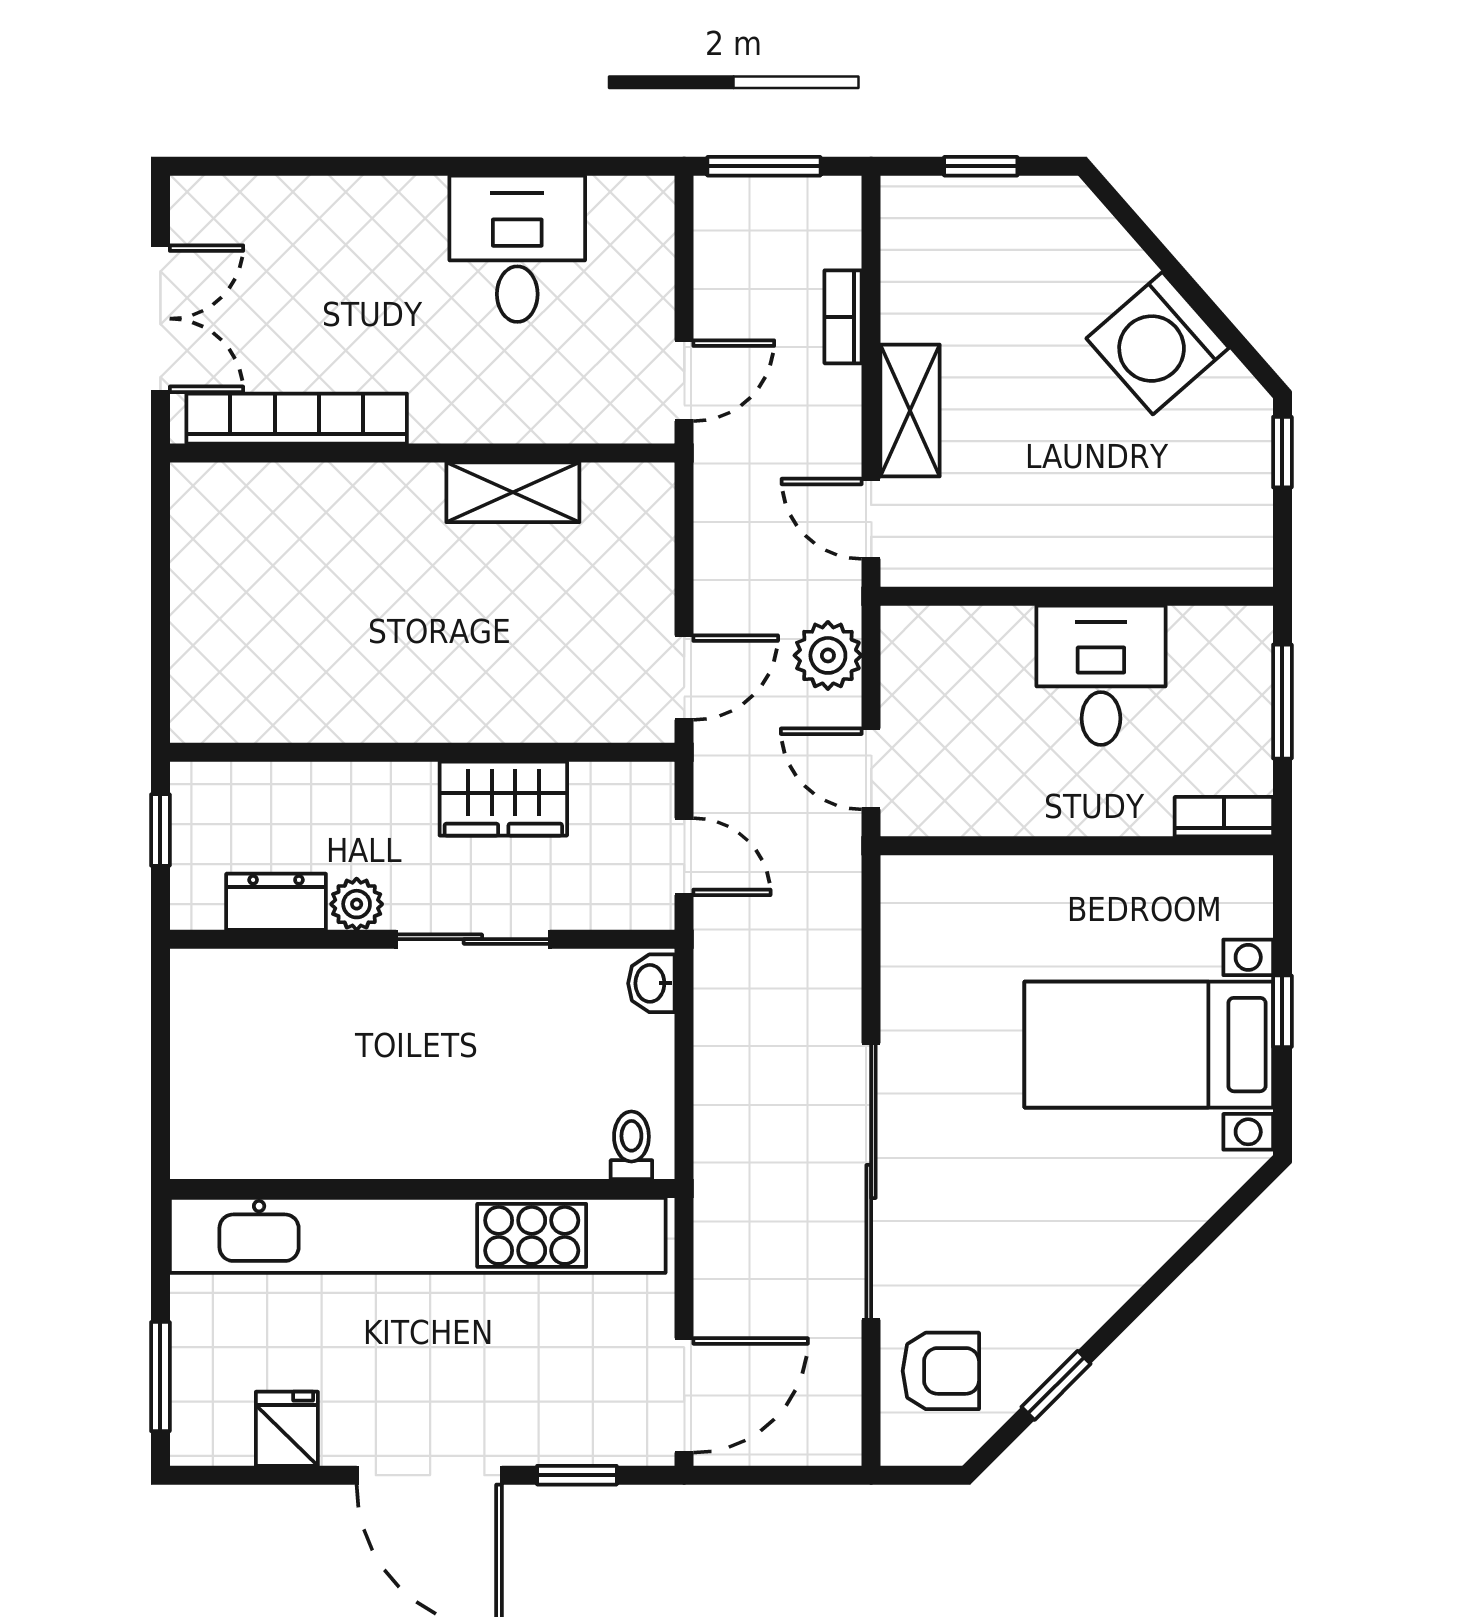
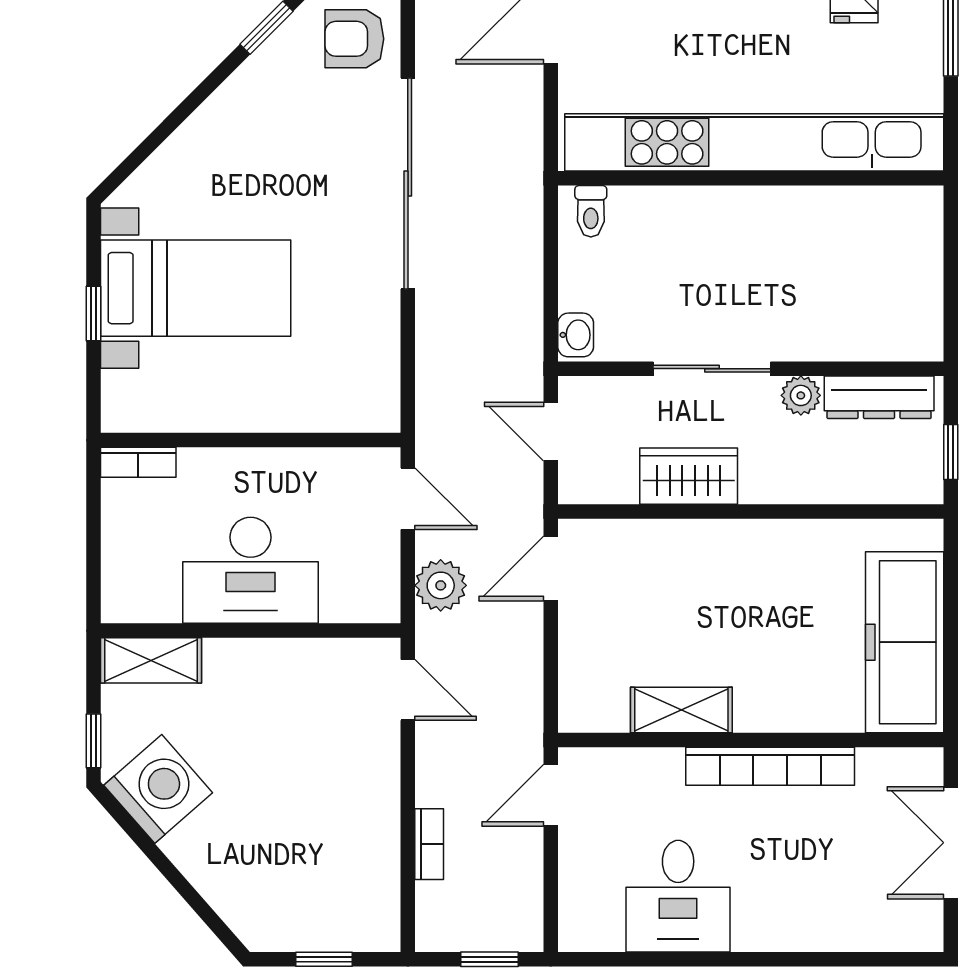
window: (764, 166) -> (490, 959), width x0.67
washing machine: (1158, 343) -> (158, 789), moved
shelving: (910, 411) -> (151, 660), moved, turned 90
bookcase: (297, 419) -> (770, 766), moved
freezer: (221, 581) -> (905, 642), added
desk: (1101, 675) -> (251, 570), width x1.37
window: (1282, 702) -> (94, 550), removed
dresser: (276, 902) -> (879, 397), width x1.44

